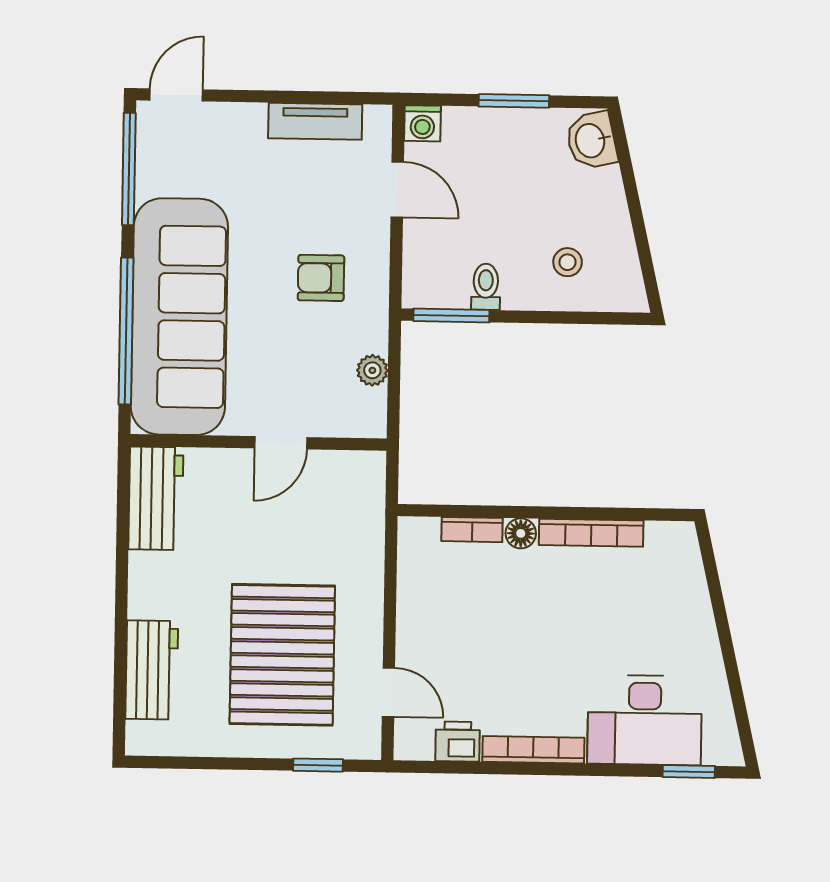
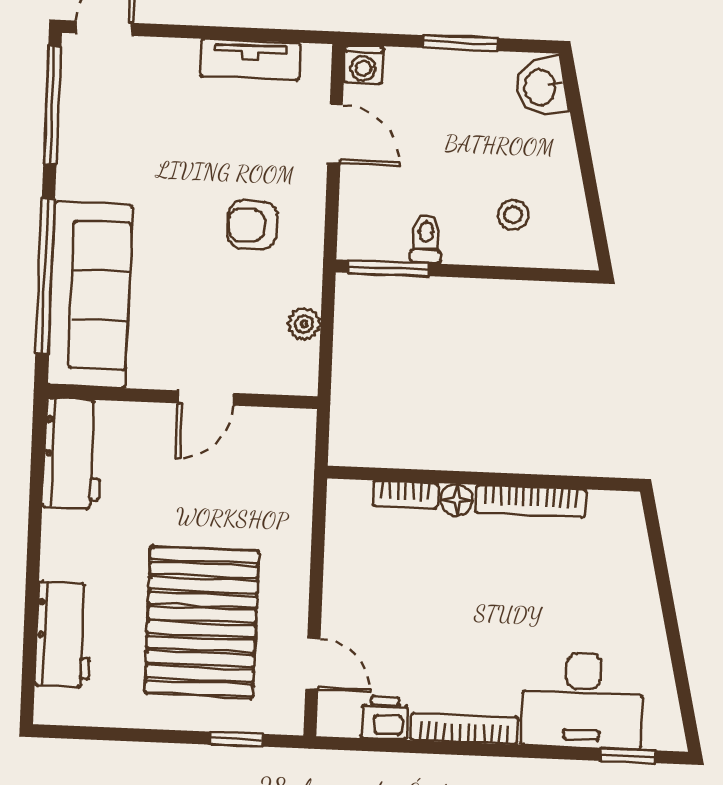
sofa: (179, 317) -> (90, 295), width x0.74, depth x0.79

